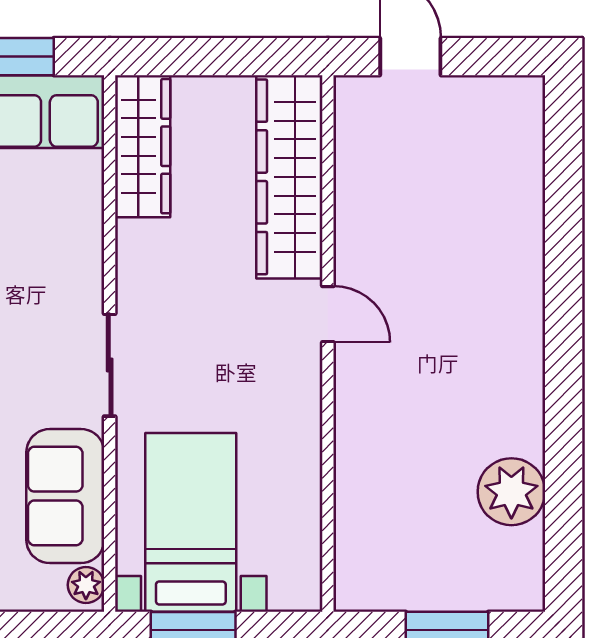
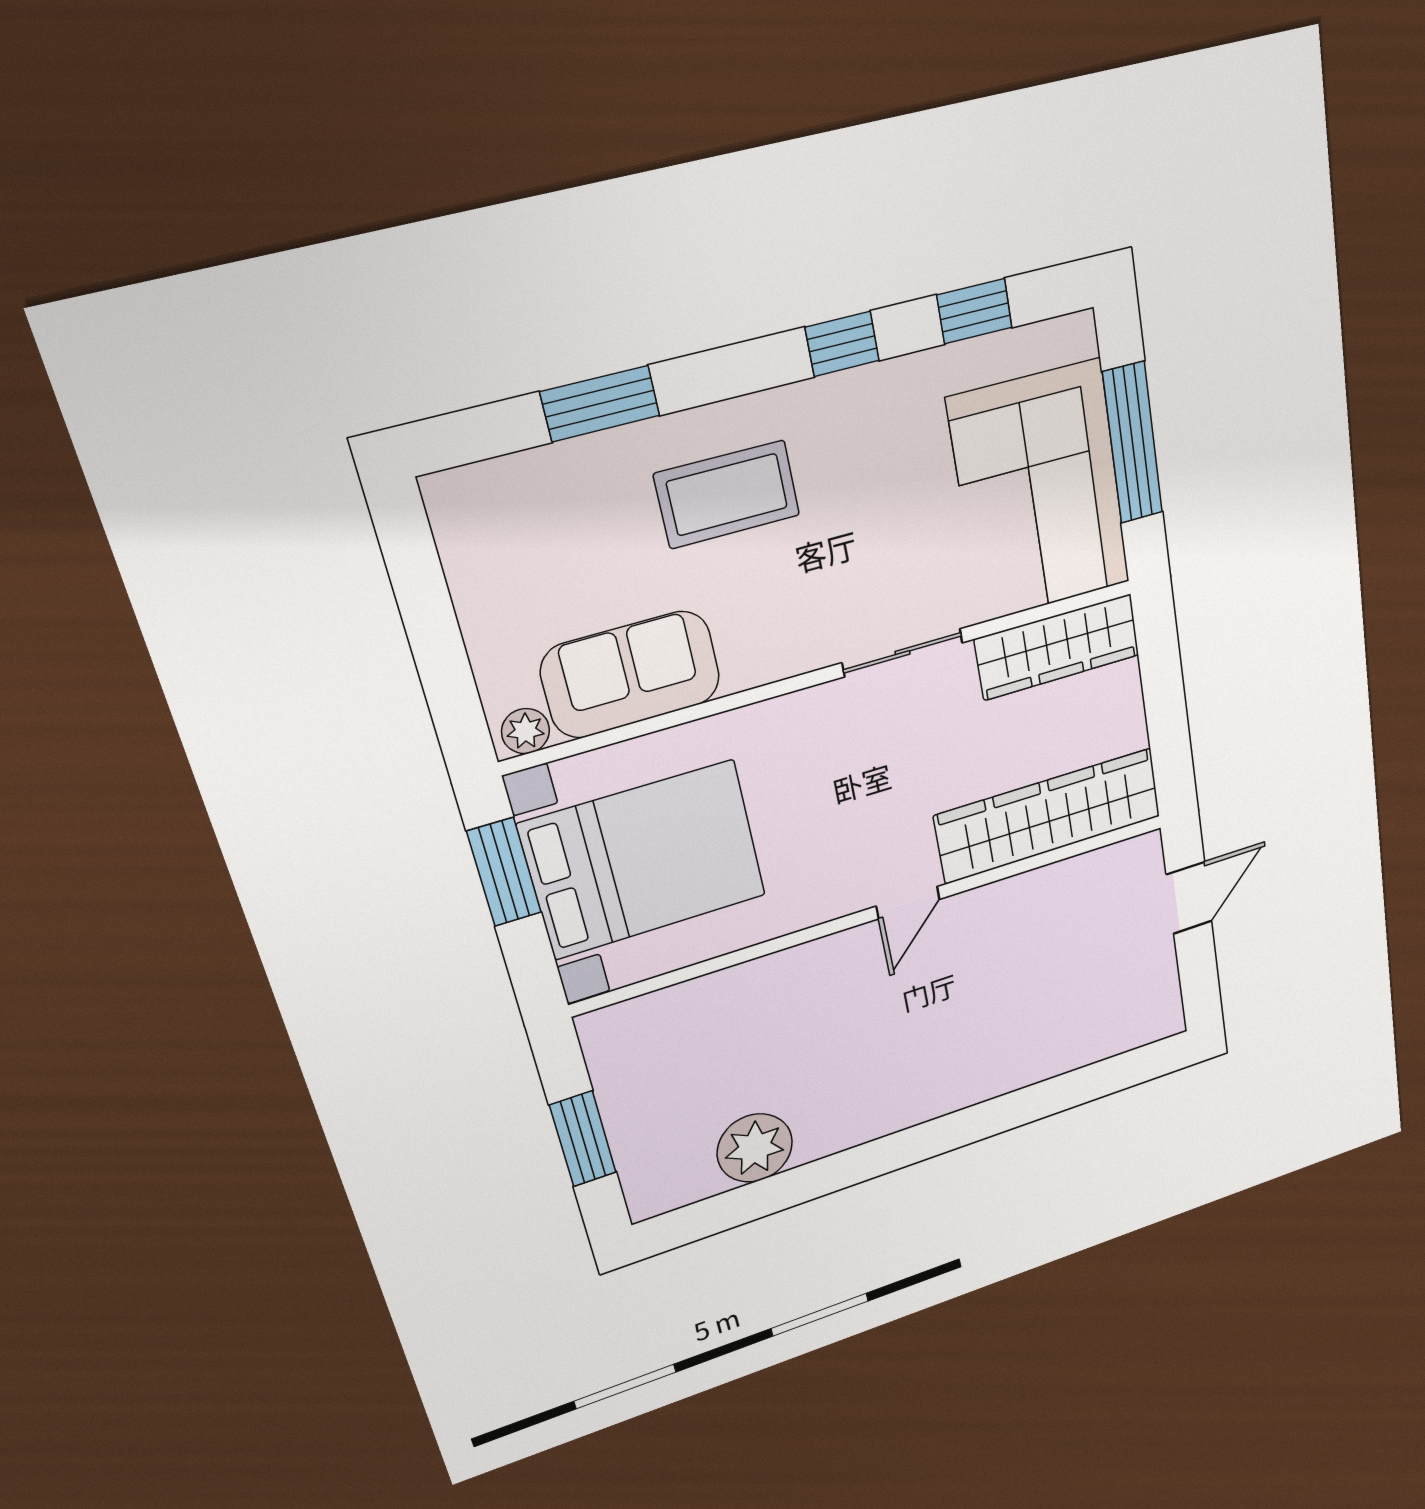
sliding door: (110, 365) -> (903, 653), moved
bed with nightstands: (191, 522) -> (644, 860), width x1.36

